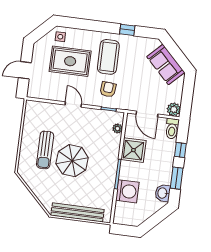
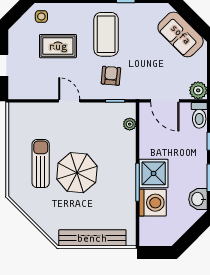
rug: (70, 61) -> (58, 46), width x0.73, depth x0.70
sun lounger: (45, 150) -> (41, 164), turned 180
shower: (133, 150) -> (154, 173), moved

